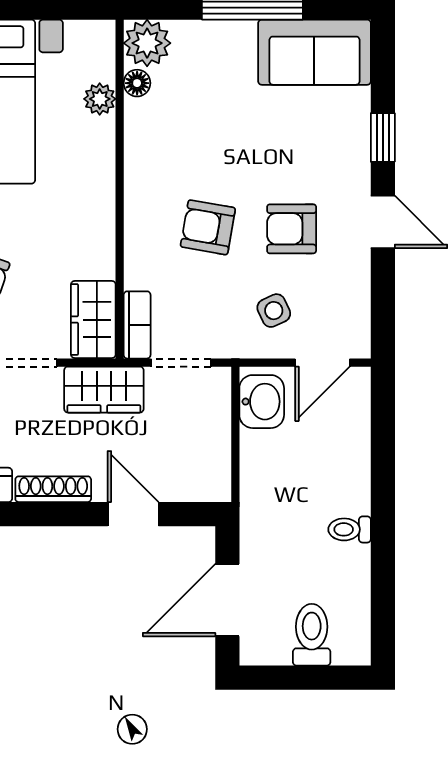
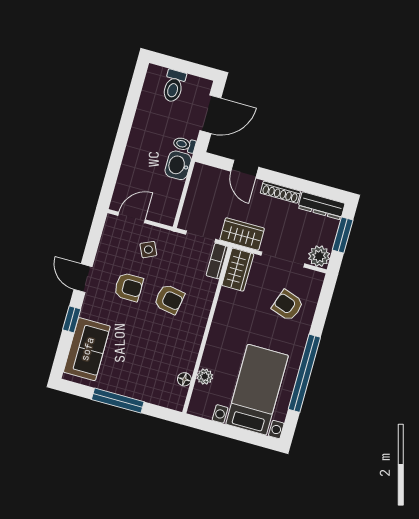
plant: (147, 43) -> (174, 397), removed
sofa: (314, 52) -> (87, 349), moved, turned 90
washbasin: (262, 402) -> (178, 165), moved
toilet: (350, 529) -> (184, 145), moved, turned 180

